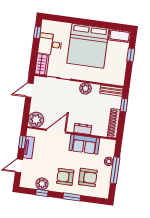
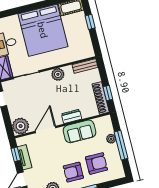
window: (124, 105) -> (108, 93), moved

